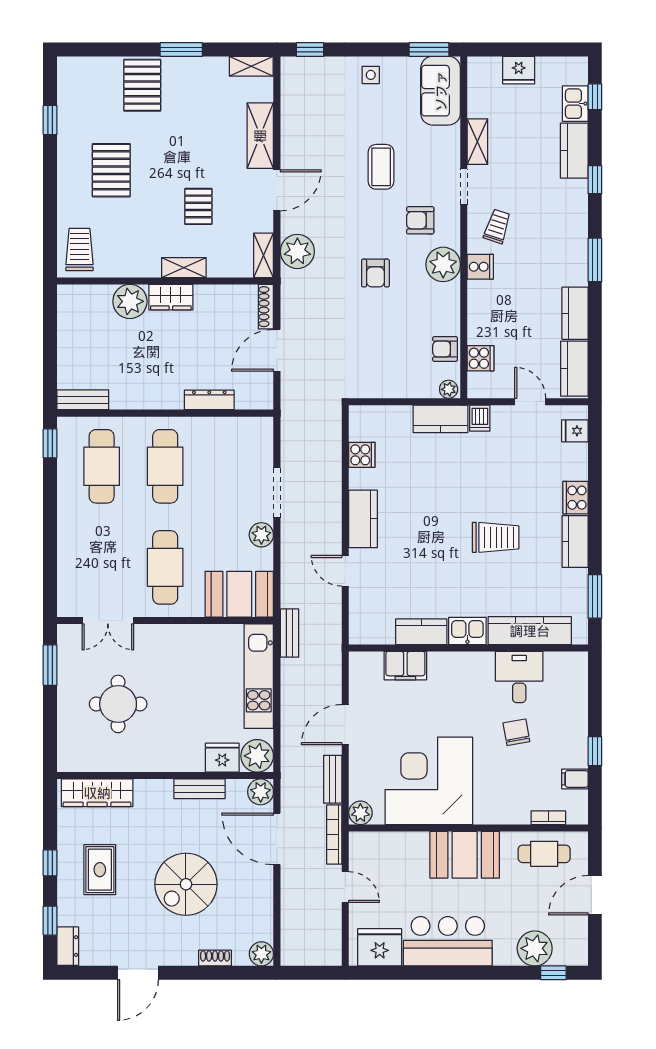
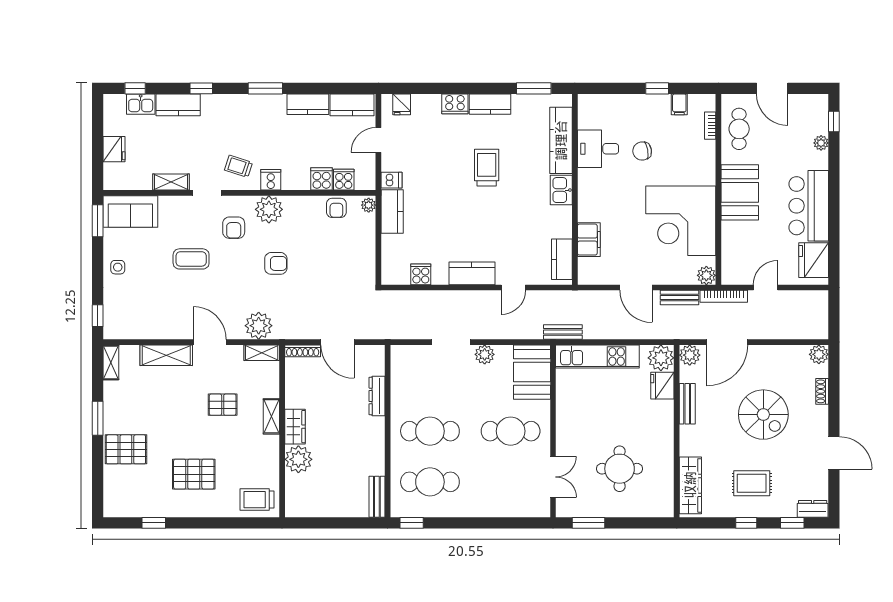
cooker: (481, 330) -> (322, 179), added
kitchen counter: (421, 632) -> (562, 259), moved
plant: (535, 948) -> (821, 143), width x0.53, depth x0.53

